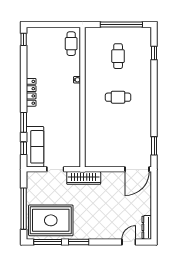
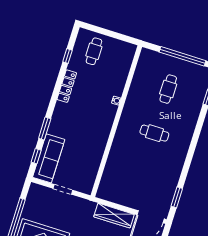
window: (24, 39) -> (67, 56), moved
cafe table: (71, 44) -> (94, 51), moved
locker: (31, 92) -> (67, 86), moved
wardrobe: (84, 178) -> (114, 216), moved

